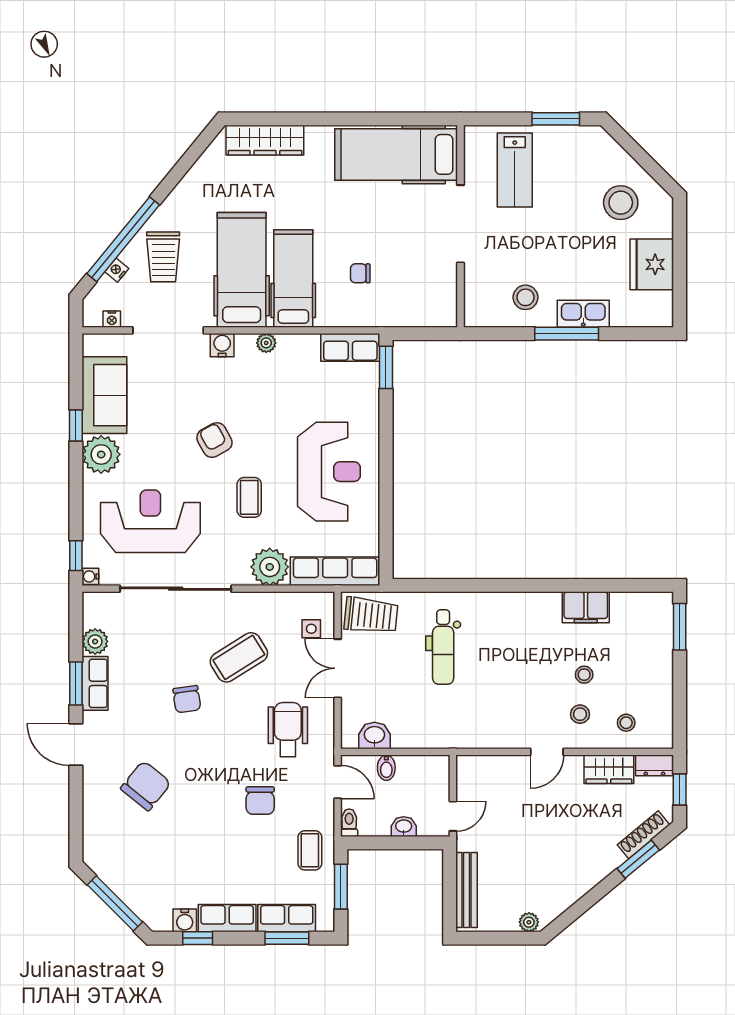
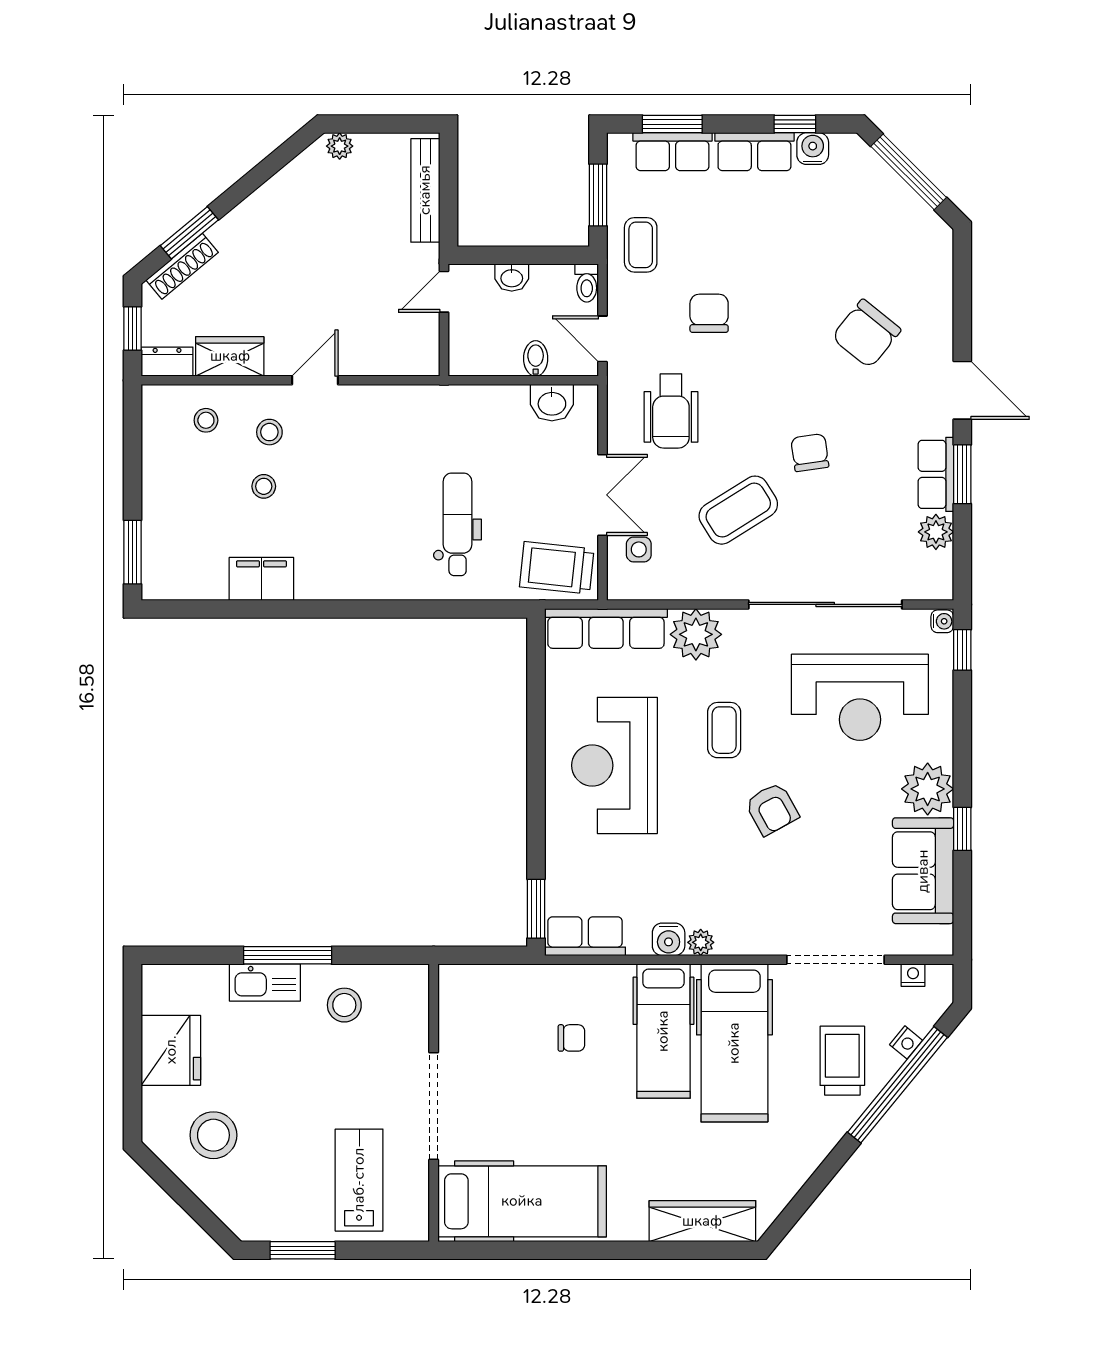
water cooler: (222, 345) -> (669, 939), moved

